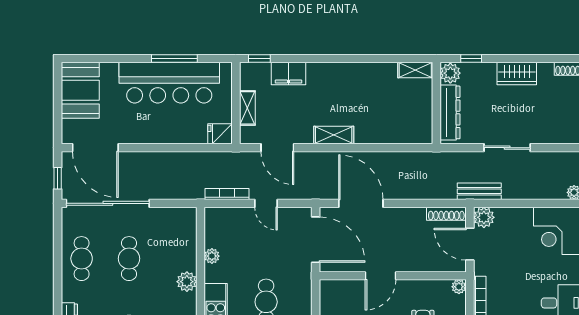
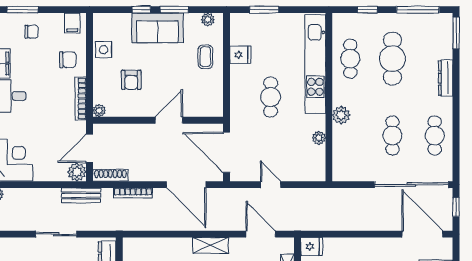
bookcase: (227, 194) -> (133, 193), moved
door: (470, 244) -> (89, 148), swing flipped

